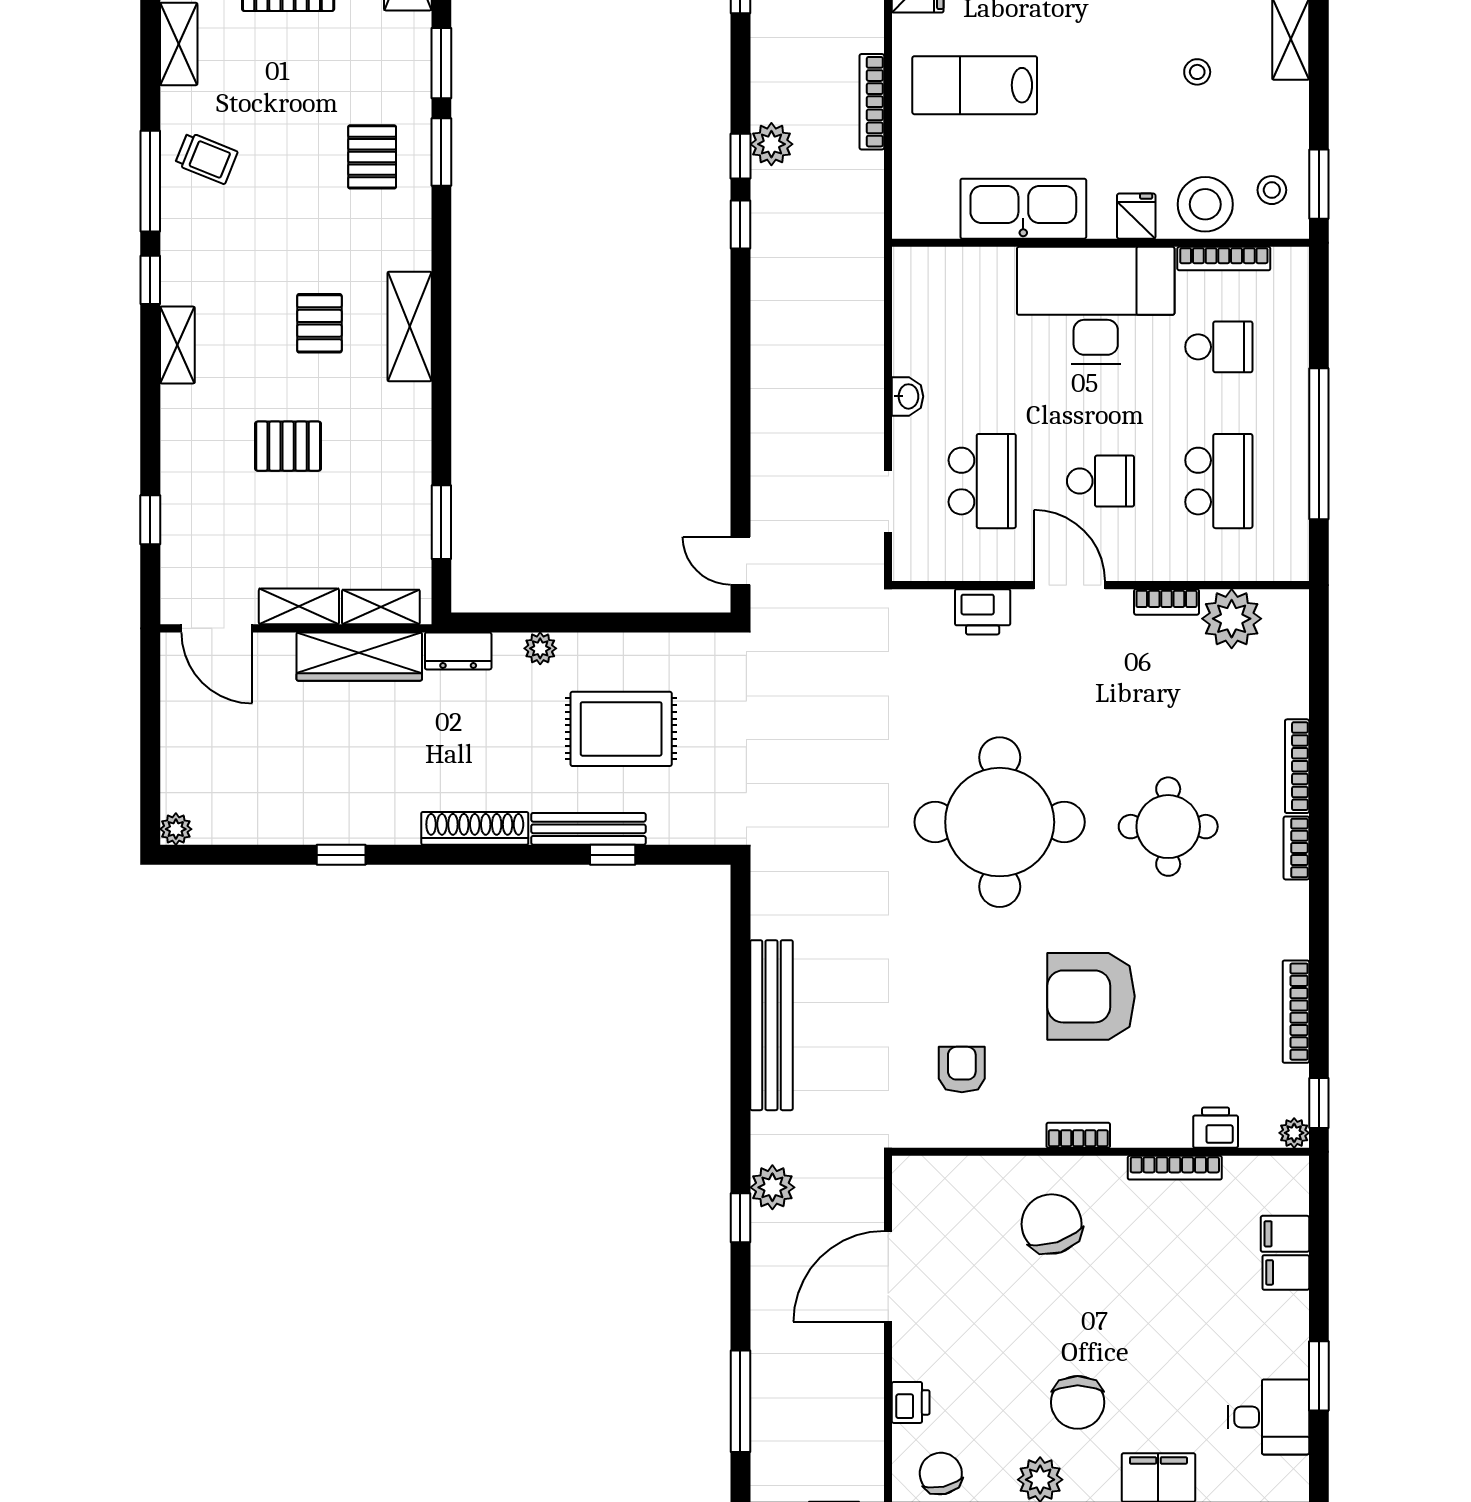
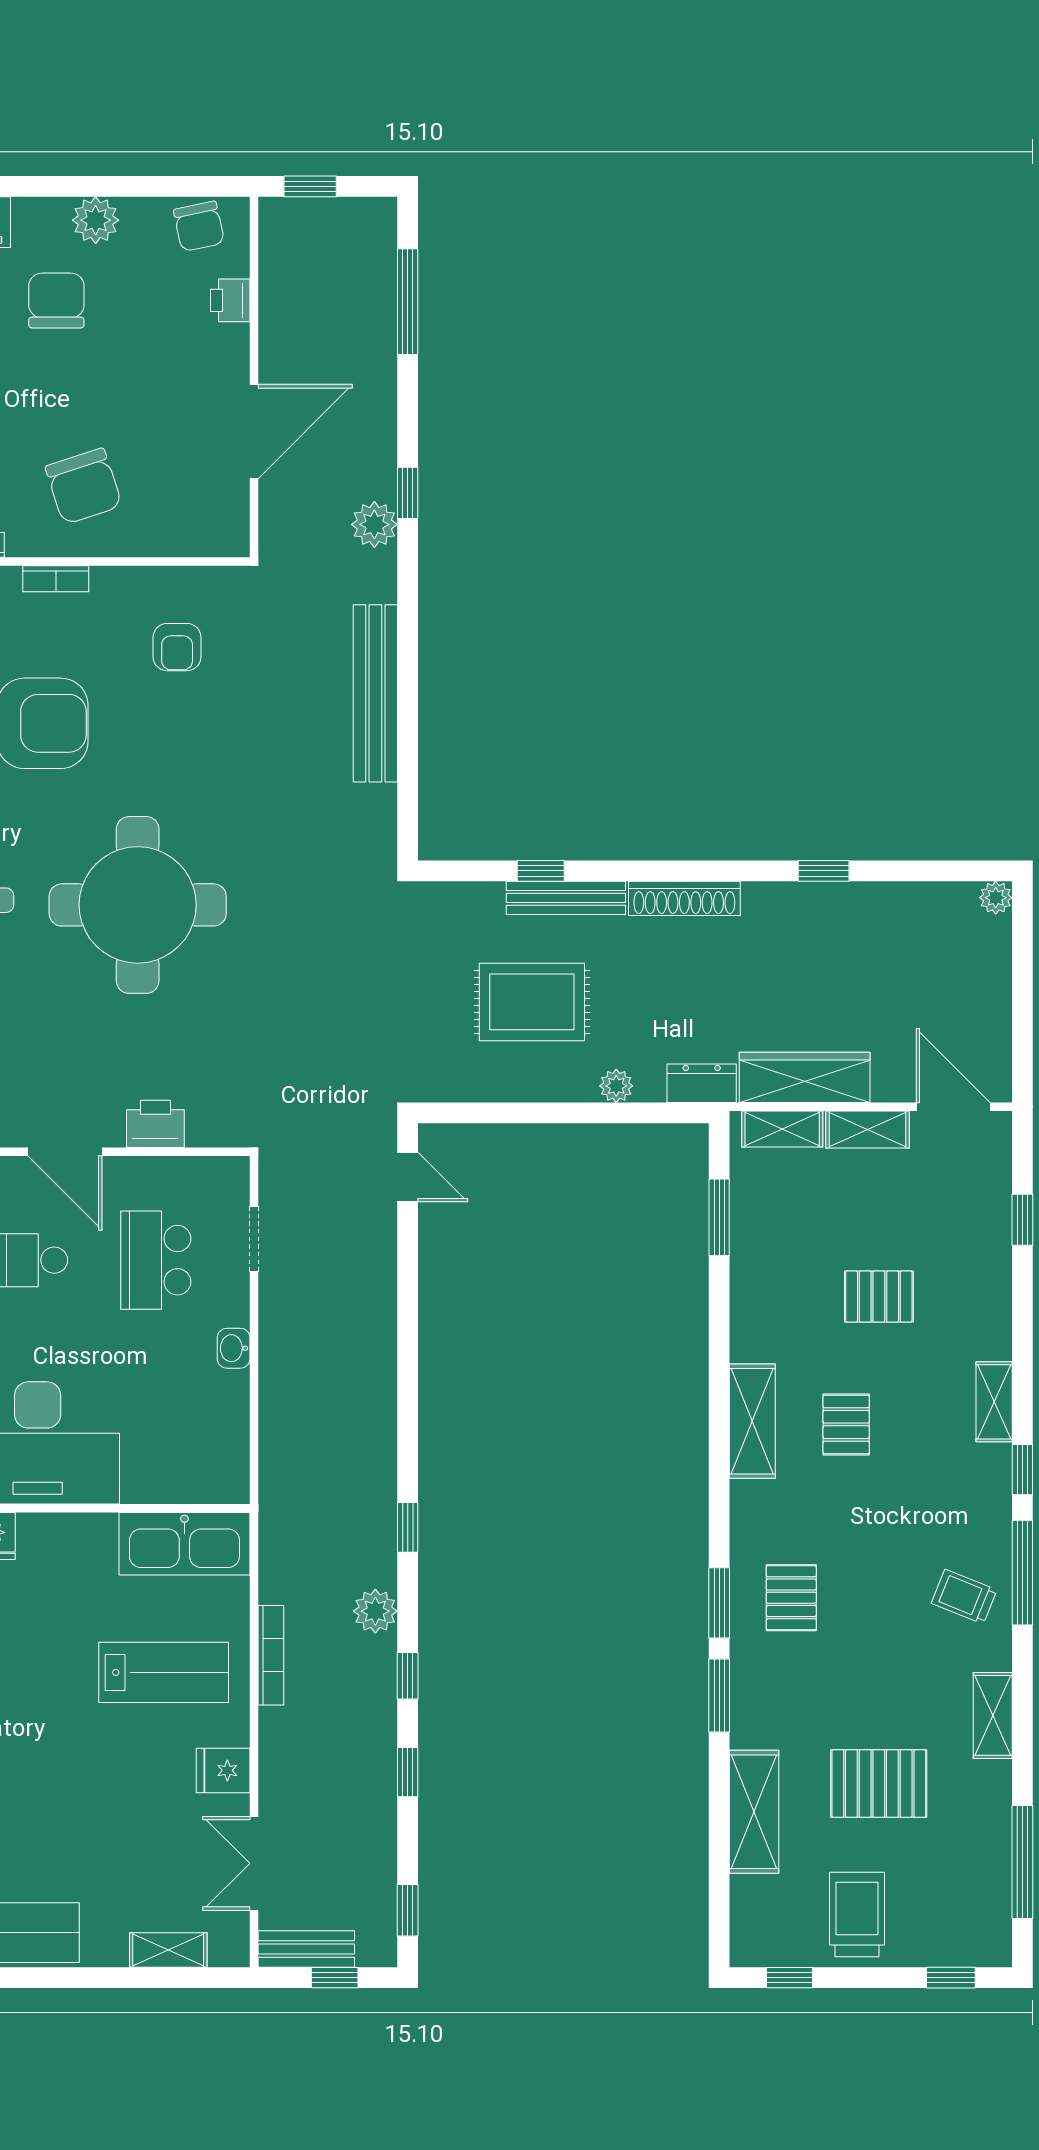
window: (740, 156) -> (408, 1676), moved
kitchen sink: (1023, 209) -> (184, 1544), moved

